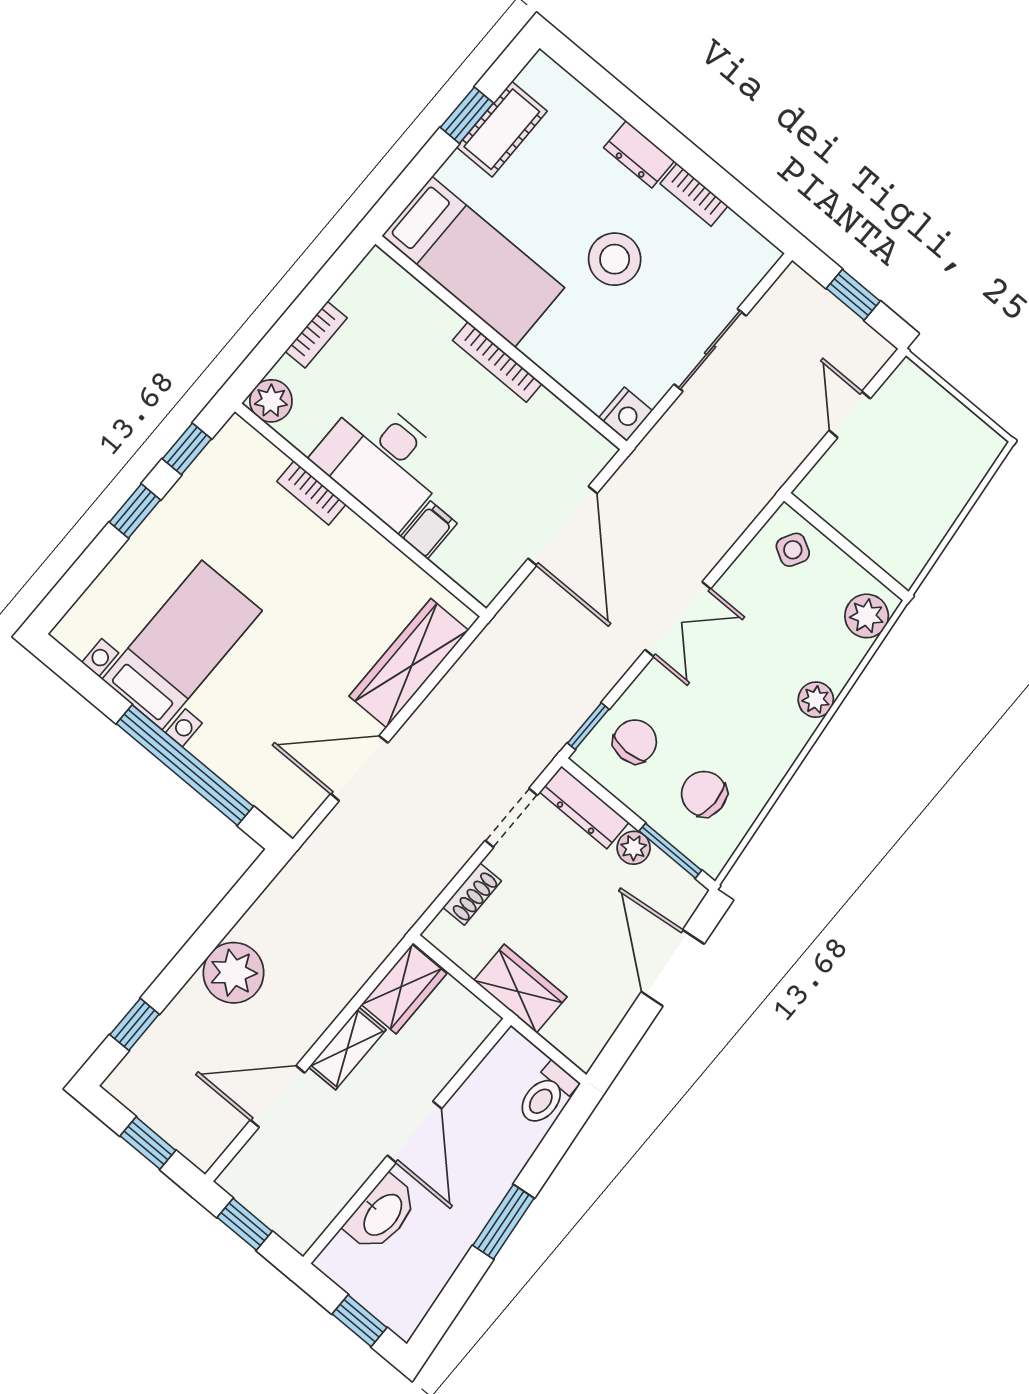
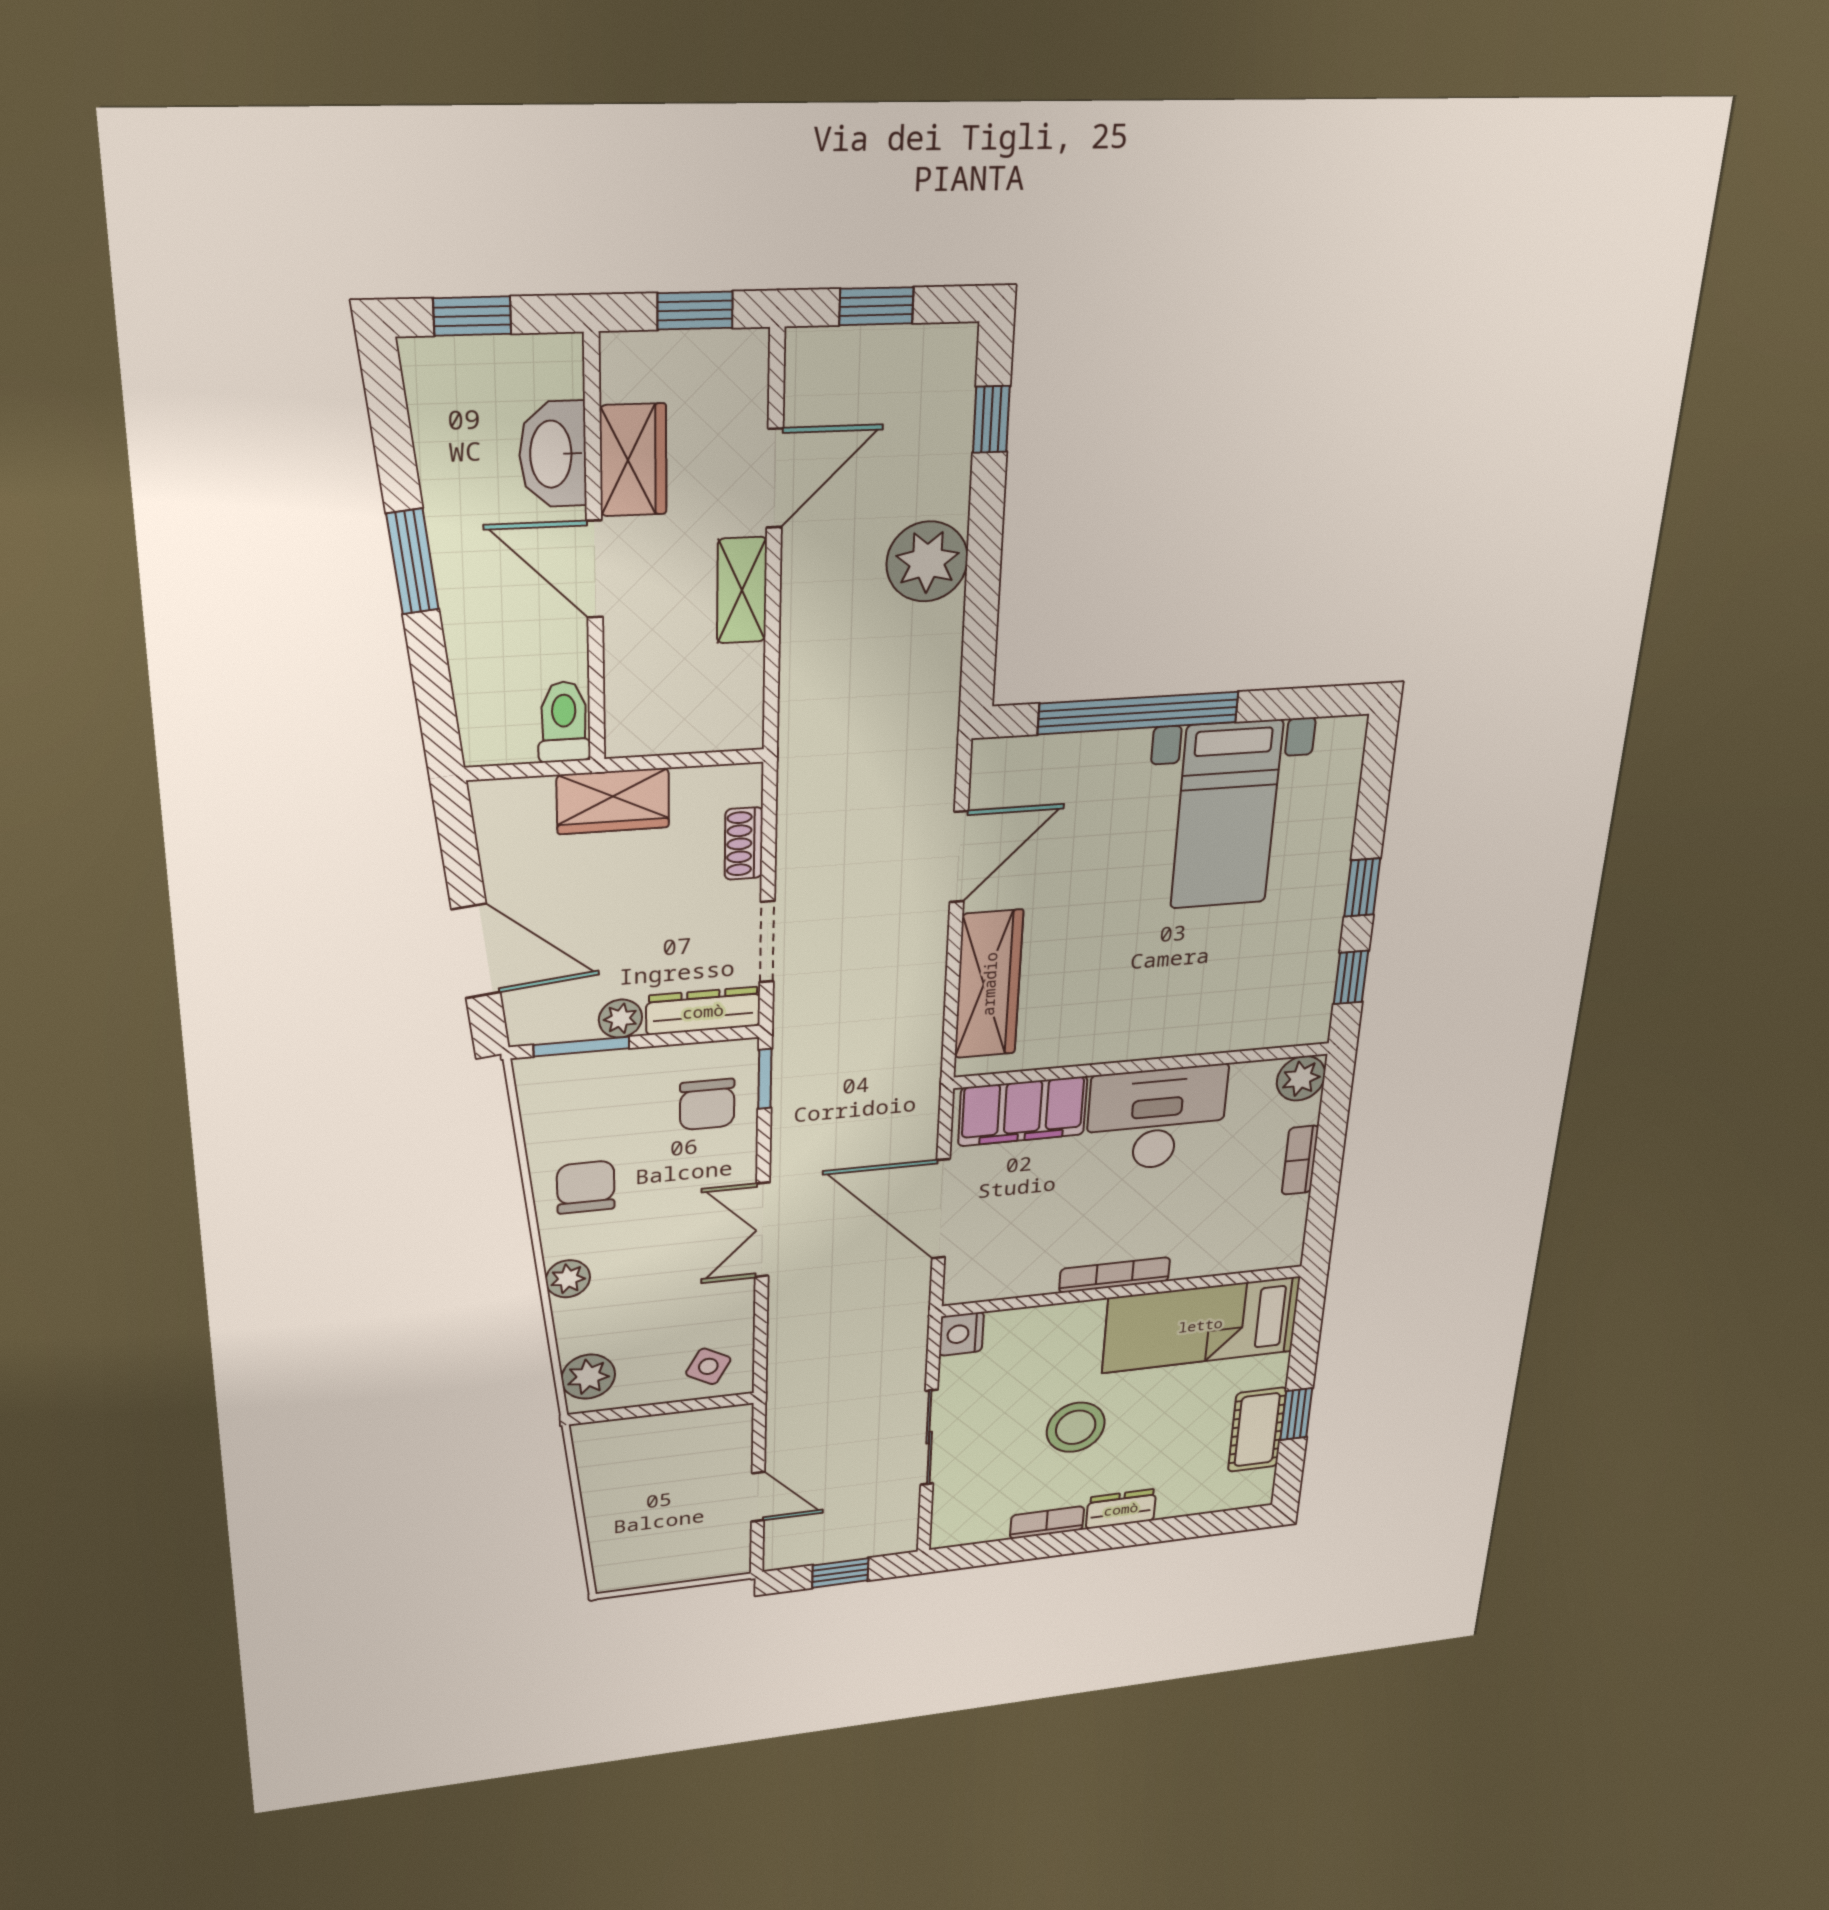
bookcase: (311, 493) -> (1203, 1040), removed
filing cabinet: (429, 530) -> (1023, 1111), width x3.00, depth x1.17
chair: (704, 794) -> (586, 1187), moved, turned -90
wardrobe: (404, 989) -> (633, 460), moved, turned 180
toilet: (546, 1095) -> (564, 722), moved

